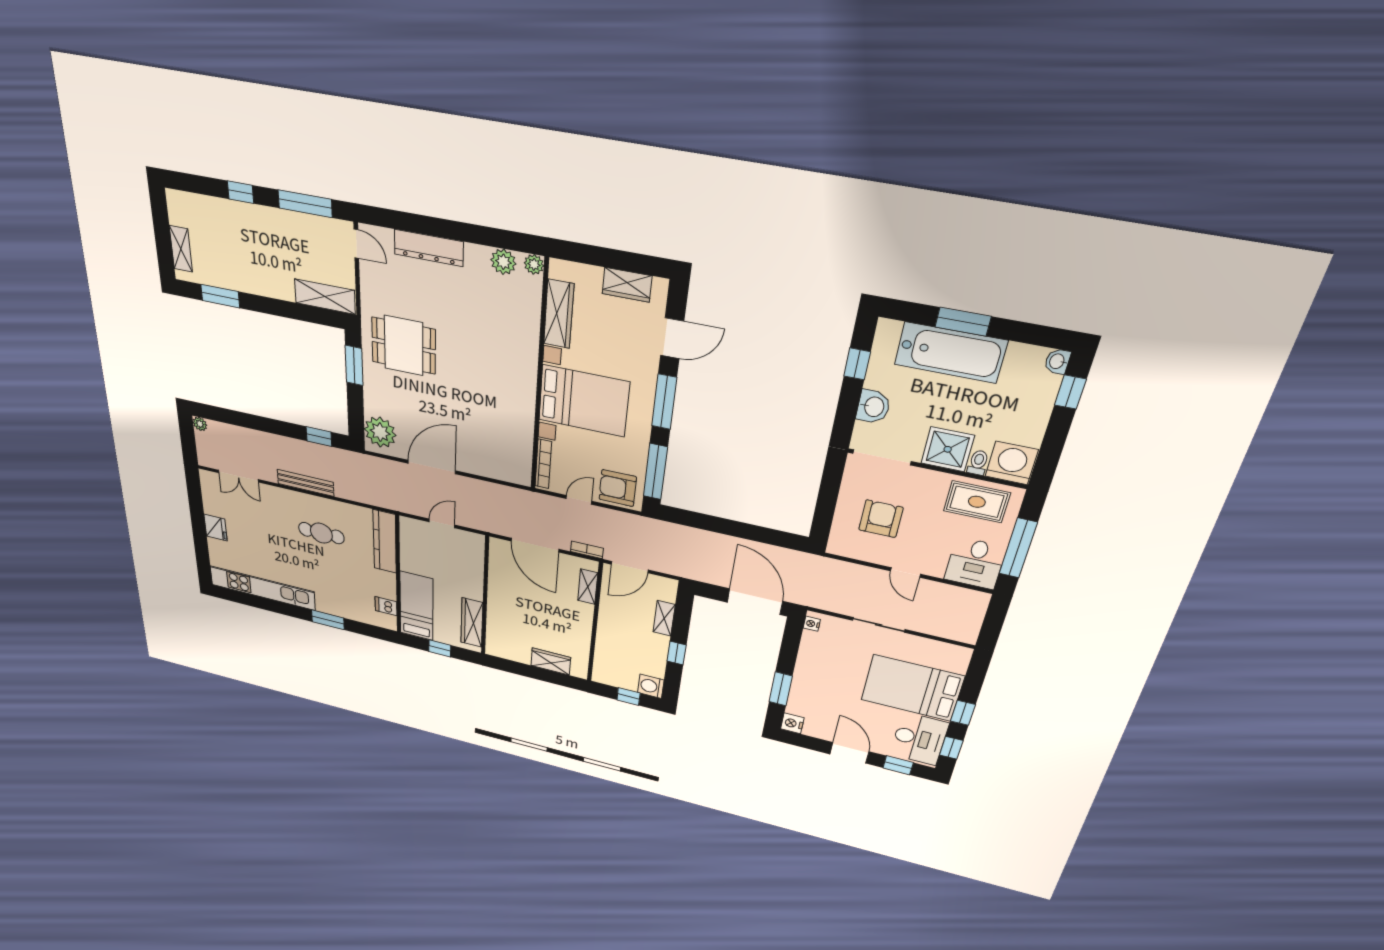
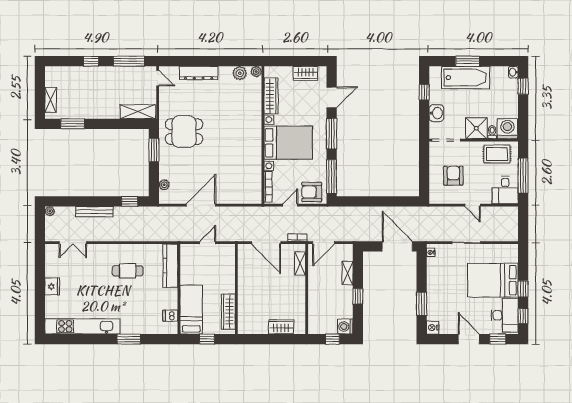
plant: (380, 432) -> (164, 185), width x0.53, depth x0.53
bench: (306, 483) -> (94, 212), moved

